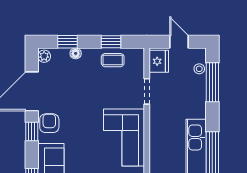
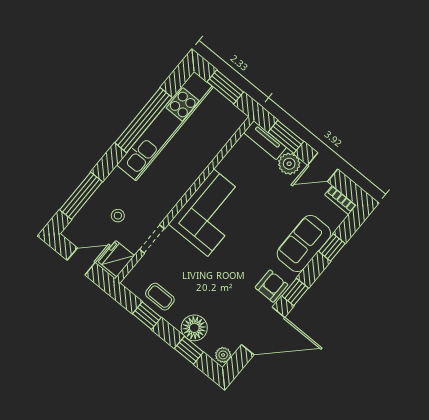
door: (179, 42) -> (81, 261), swing flipped
floor lamp: (76, 53) -> (194, 328), width x1.89, depth x1.89
stool: (199, 69) -> (118, 216), moved
armchair: (49, 123) -> (271, 286), turned 180

